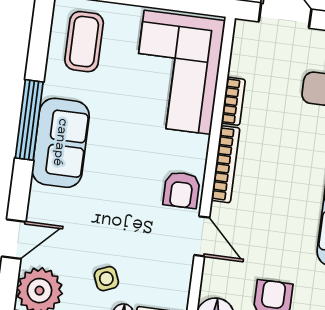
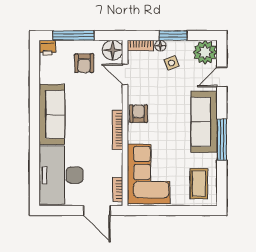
bookcase: (233, 101) -> (118, 190), moved
sofa: (61, 143) -> (204, 122), width x1.36
door: (202, 236) -> (125, 74), moved

